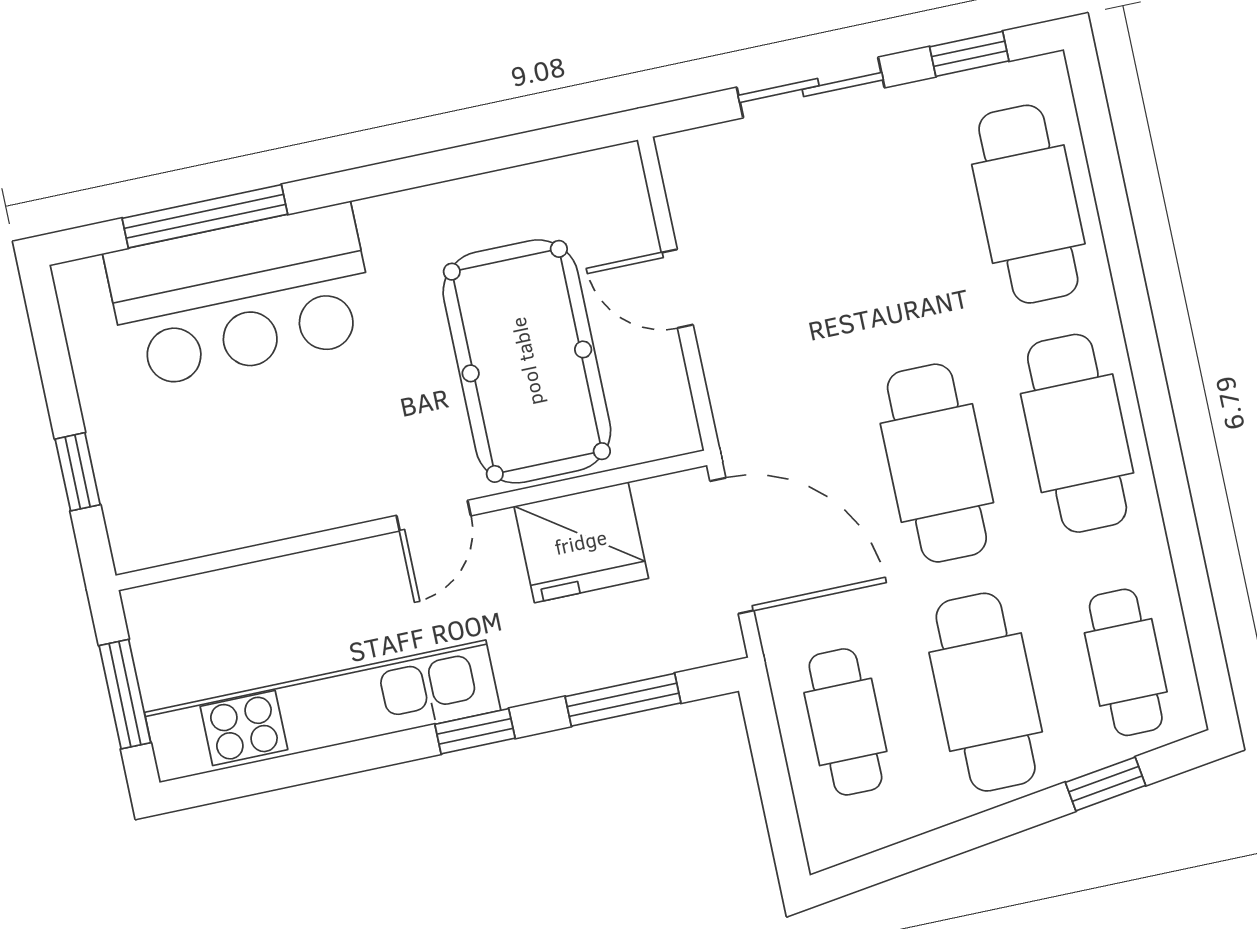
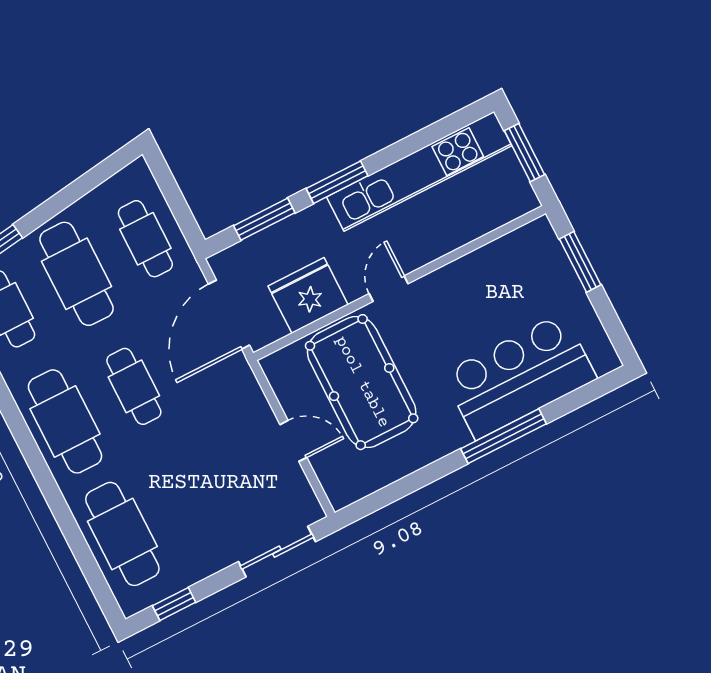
sliding door: (811, 88) -> (277, 552), moved
window: (205, 216) -> (504, 436), moved
cafe table: (937, 463) -> (134, 386), width x0.73, depth x0.74
window: (78, 472) -> (580, 262), width x1.50
door: (732, 546) -> (229, 315), hinge flipped
window: (475, 731) -> (337, 182), width x1.50

